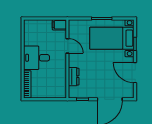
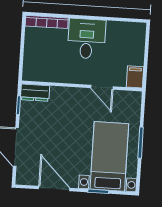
door: (67, 46) -> (102, 87), hinge flipped
door: (135, 73) -> (54, 189), hinge flipped
dresser: (74, 77) -> (35, 93), moved

